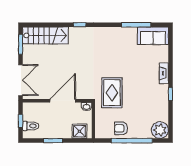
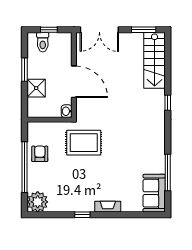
shower: (79, 131) -> (36, 88), moved

